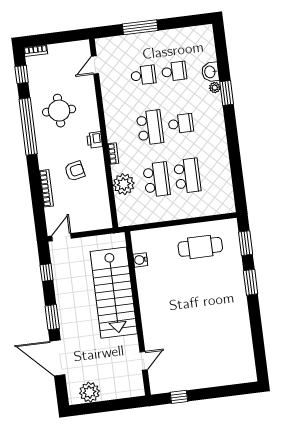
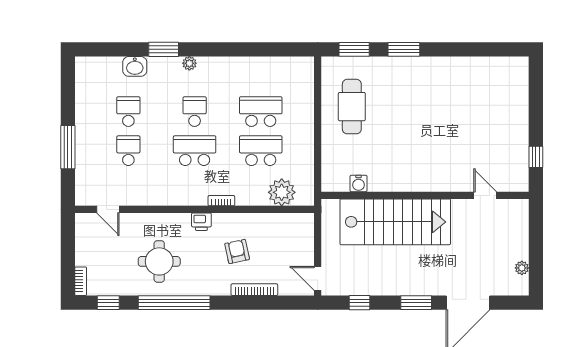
plant: (215, 88) -> (189, 63), moved
plant: (124, 184) -> (282, 192), moved
plant: (89, 392) -> (522, 268), width x0.53, depth x0.53

